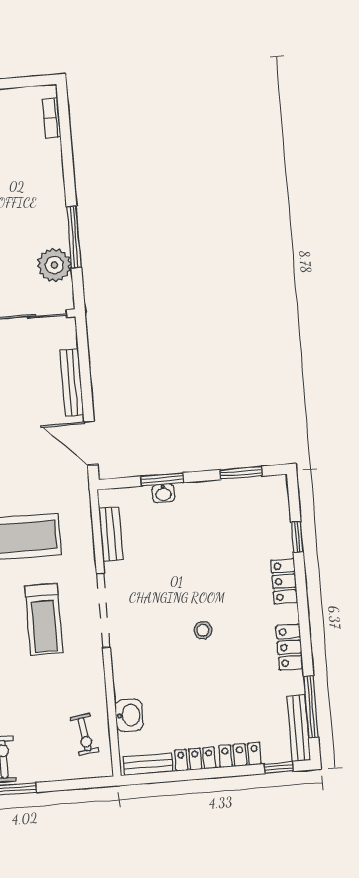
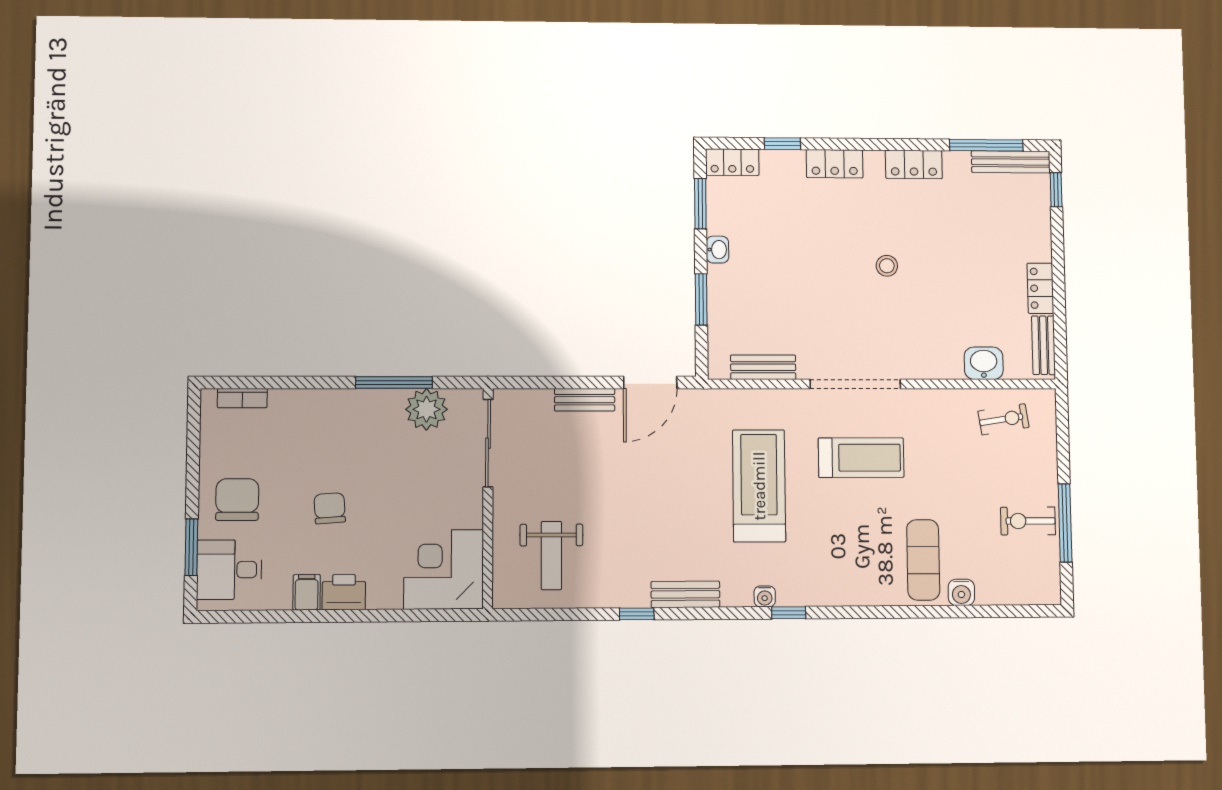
bench: (72, 382) -> (585, 400), width x0.73
washbasin: (163, 493) -> (717, 250), moved
locker: (240, 755) -> (732, 162), moved, turned -90

